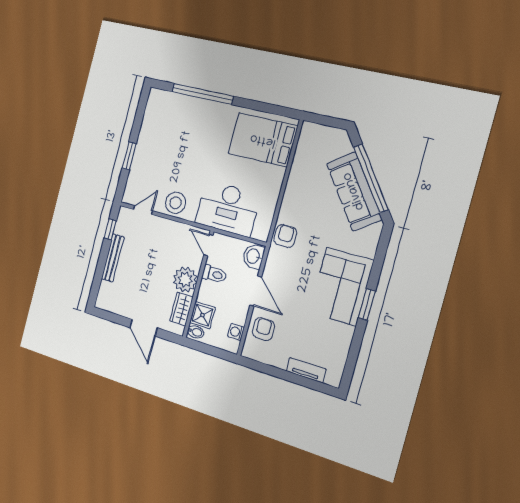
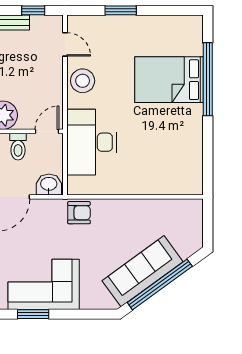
bed: (263, 140) -> (169, 80), moved, turned -90

